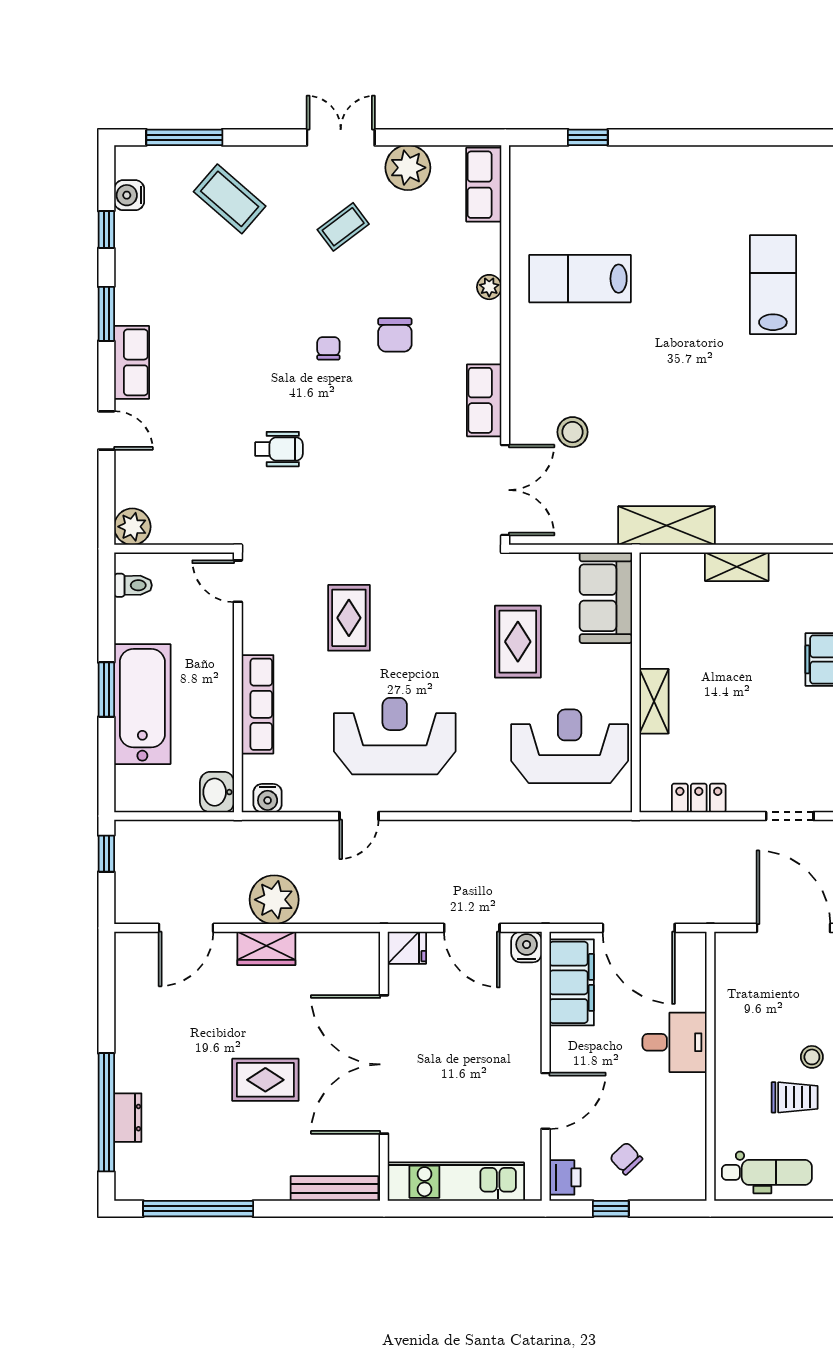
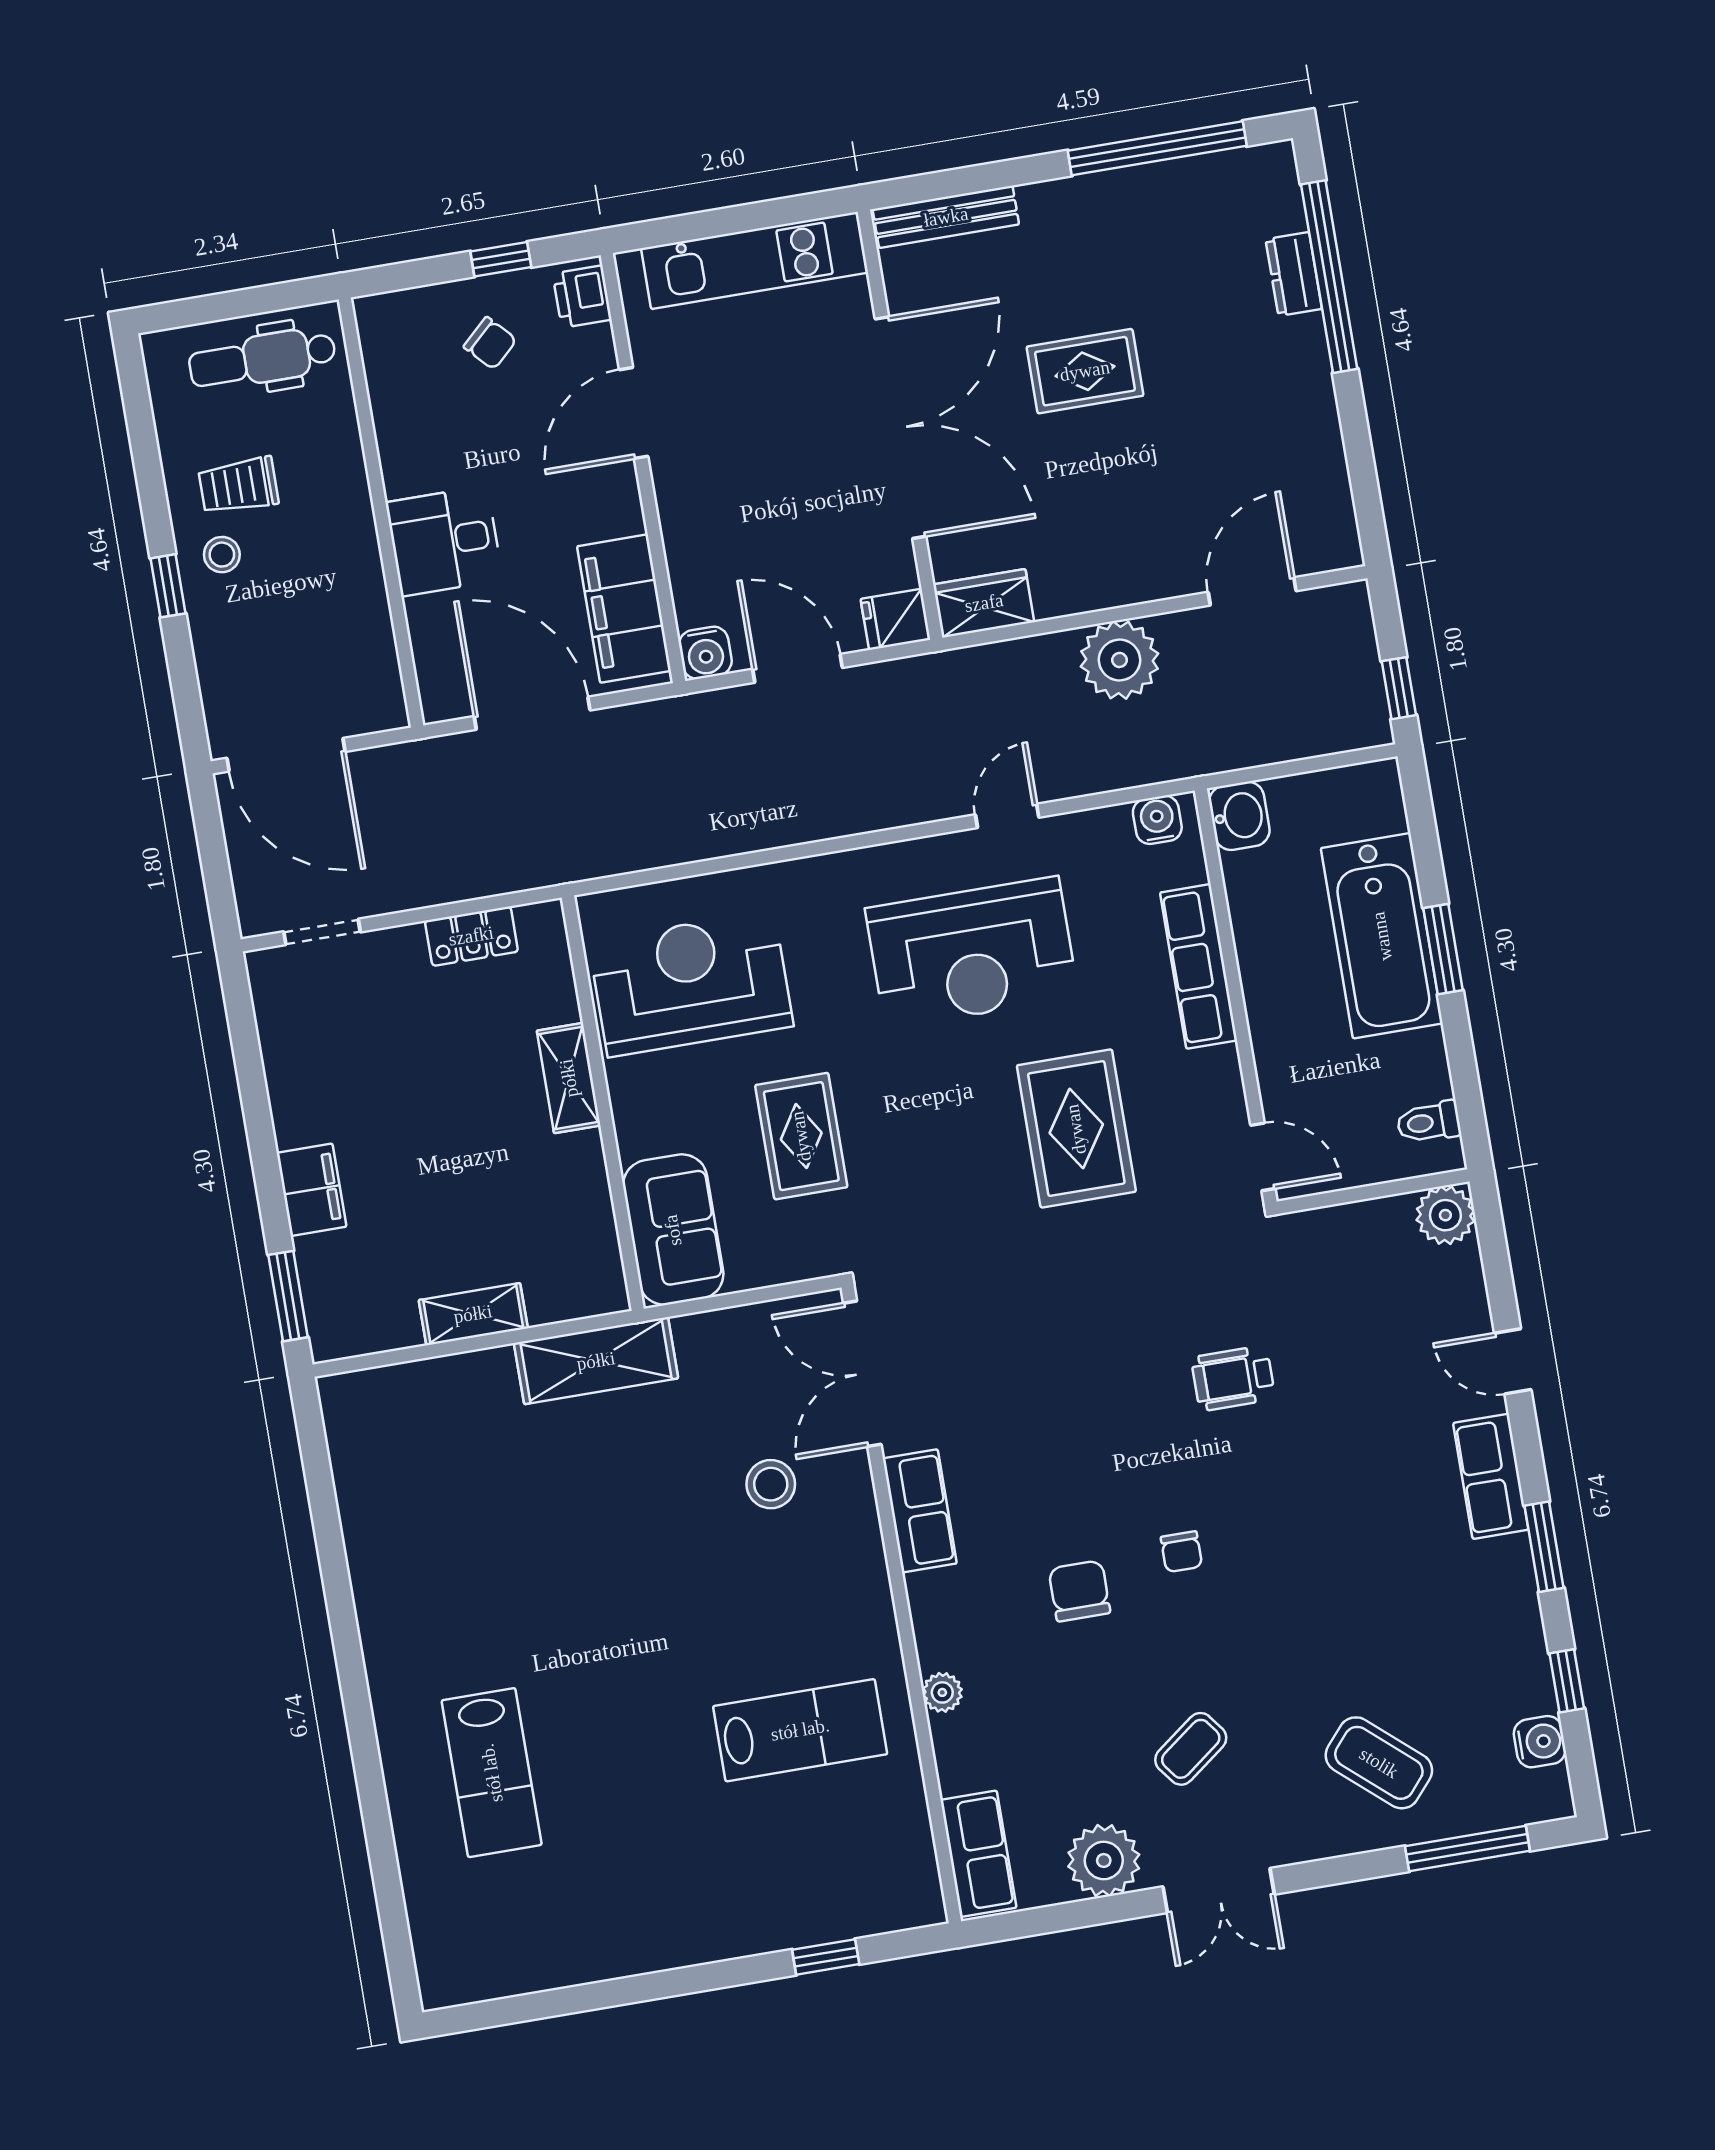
rug: (349, 618) -> (1076, 1129), width x1.36, depth x1.43
reception desk: (570, 746) -> (691, 984), turned 180
wardrobe: (266, 948) -> (984, 603), moved

